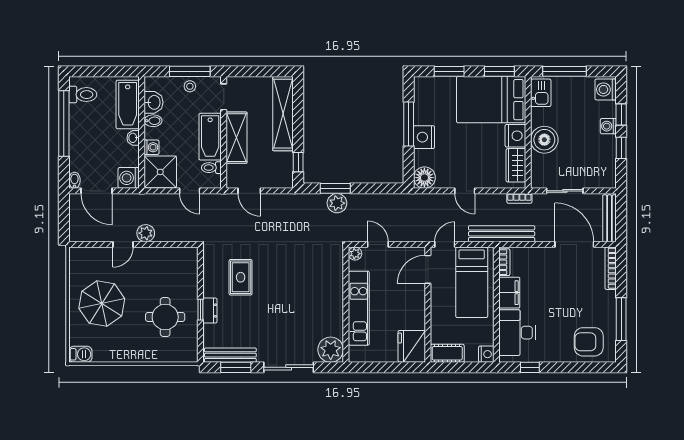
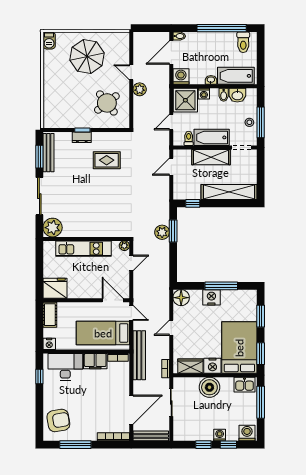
round table: (165, 317) -> (107, 103), moved, turned -38
armchair: (589, 342) -> (58, 420), turned 80

